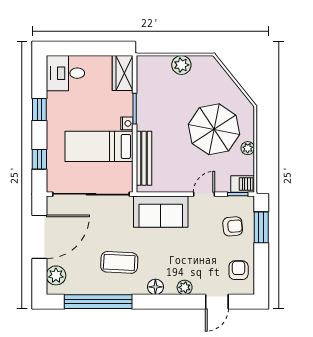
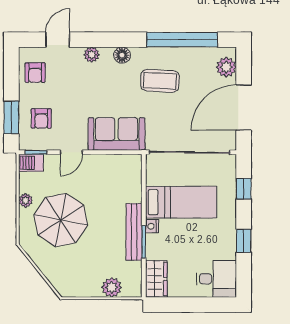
plant: (181, 65) -> (112, 287), moved
bench: (144, 158) -> (134, 232), moved
armchair: (233, 226) -> (41, 119), turned -85

